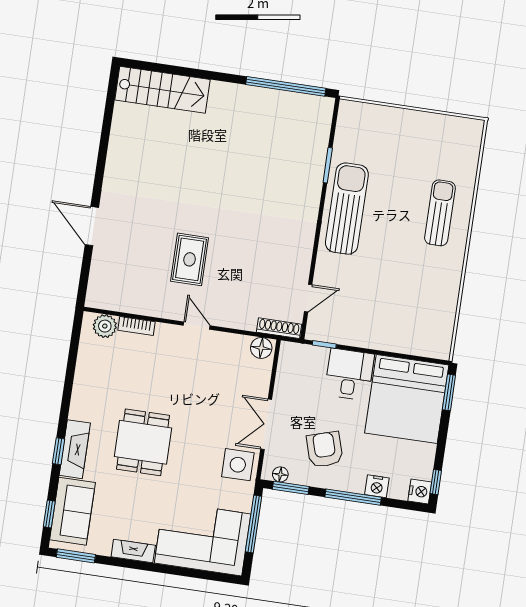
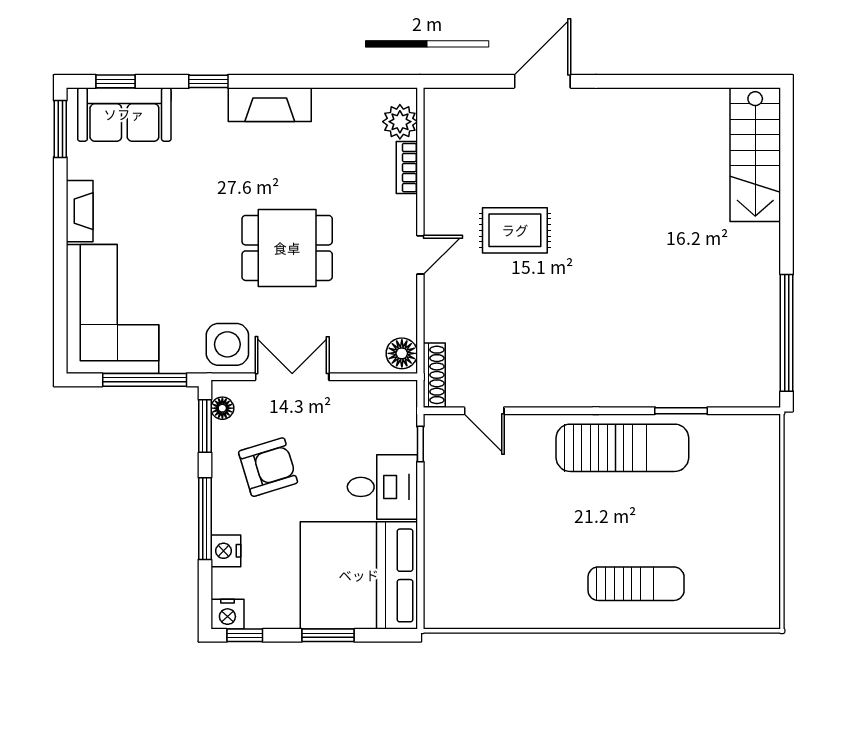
window: (449, 392) -> (328, 635), moved
dining table: (143, 442) -> (287, 248), moved
fireplace: (75, 449) -> (270, 105), moved

